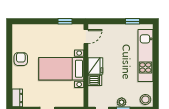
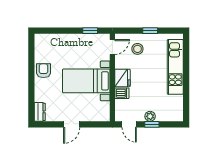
window: (132, 21) -> (150, 31), moved
stool: (145, 99) -> (137, 49), moved

